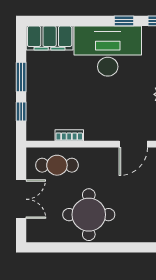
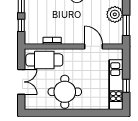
door: (133, 144) -> (93, 46), swing flipped
cafe table: (57, 165) -> (44, 60), width x1.37, depth x1.35

